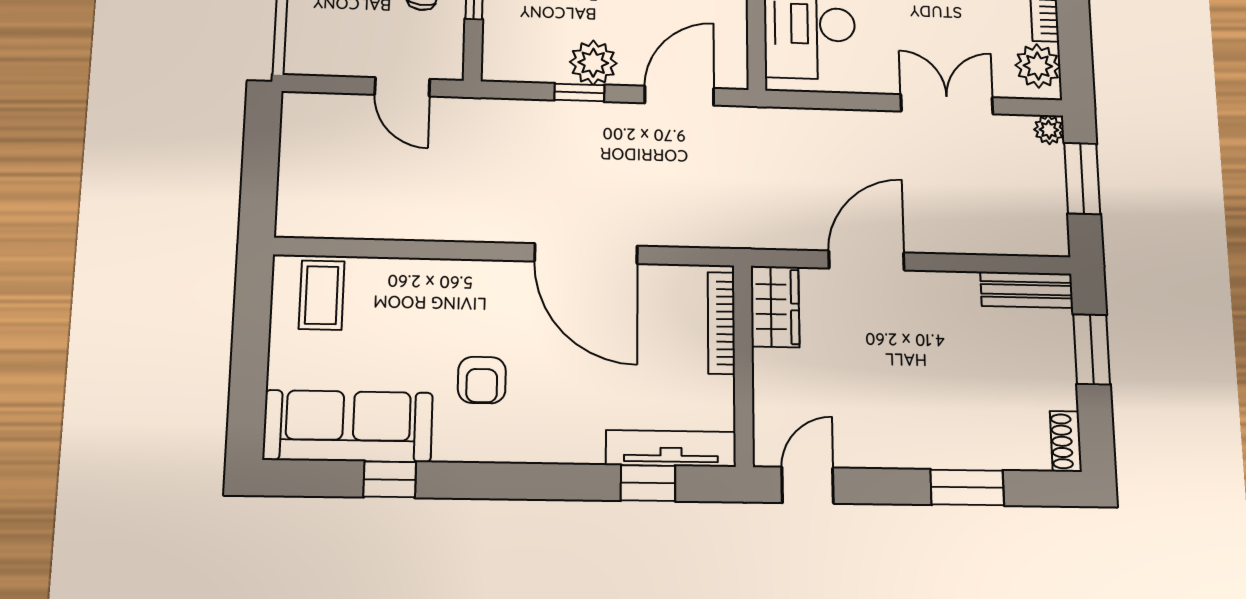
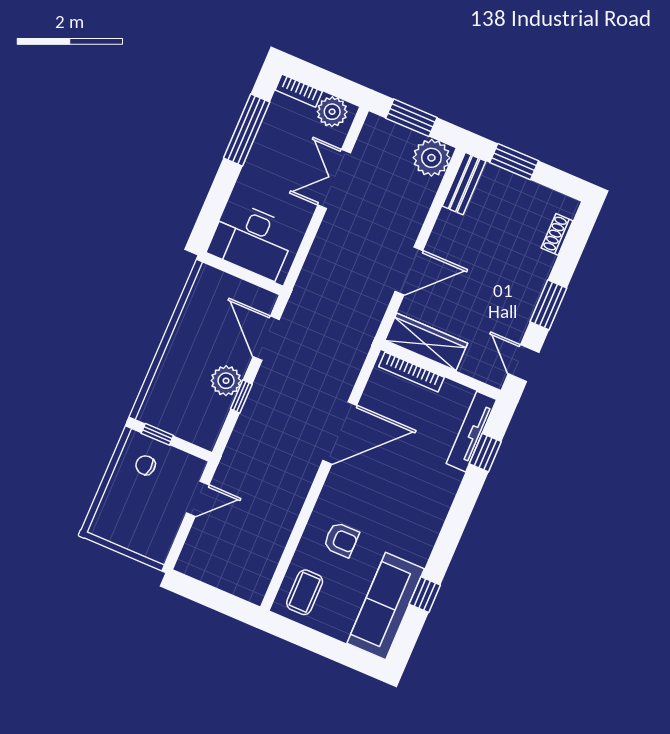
plant: (1049, 130) -> (431, 158), moved, width x1.88, depth x1.88
door: (866, 260) -> (409, 271), swing flipped
coffee table: (322, 295) -> (305, 592), turned 90
wardrobe: (775, 307) -> (426, 342), width x1.50
armchair: (482, 380) -> (341, 540), moved
shoe rack: (1066, 441) -> (557, 234), moved, turned 90
window: (967, 487) -> (548, 305), moved

